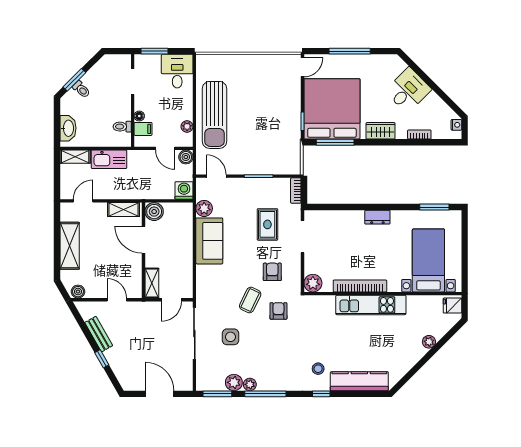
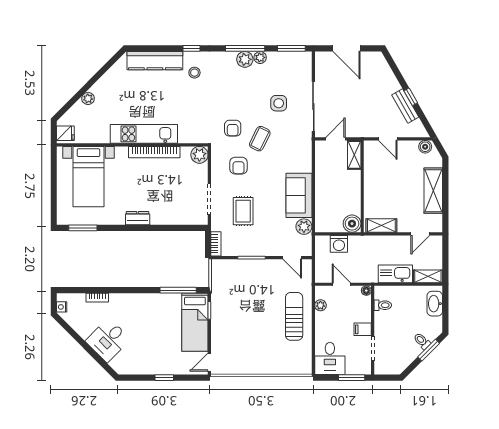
window: (350, 51) -> (164, 378), width x0.46
bed: (332, 109) -> (195, 322), width x0.49
sun lounger: (214, 115) -> (294, 316), width x0.73, depth x0.75
floor lamp: (139, 116) -> (366, 291), moved
filing cabinet: (143, 129) -> (363, 329), moved
wardrobe: (380, 131) -> (135, 301), removed
boiler: (186, 157) -> (322, 276), removed
washing machine: (184, 190) -> (339, 244), moved
door: (143, 240) -> (362, 197), removed
window: (102, 359) -> (411, 97), moved
plant: (234, 382) -> (245, 59), moved

